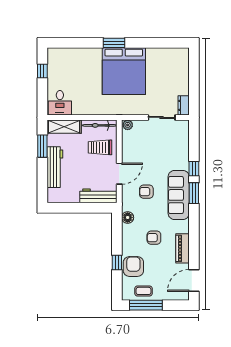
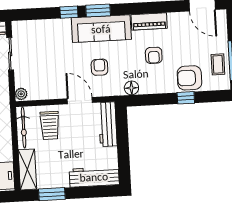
workbench: (55, 167) -> (94, 177), moved
armchair: (146, 192) -> (99, 67), turned 180
piano: (182, 248) -> (149, 21), moved

